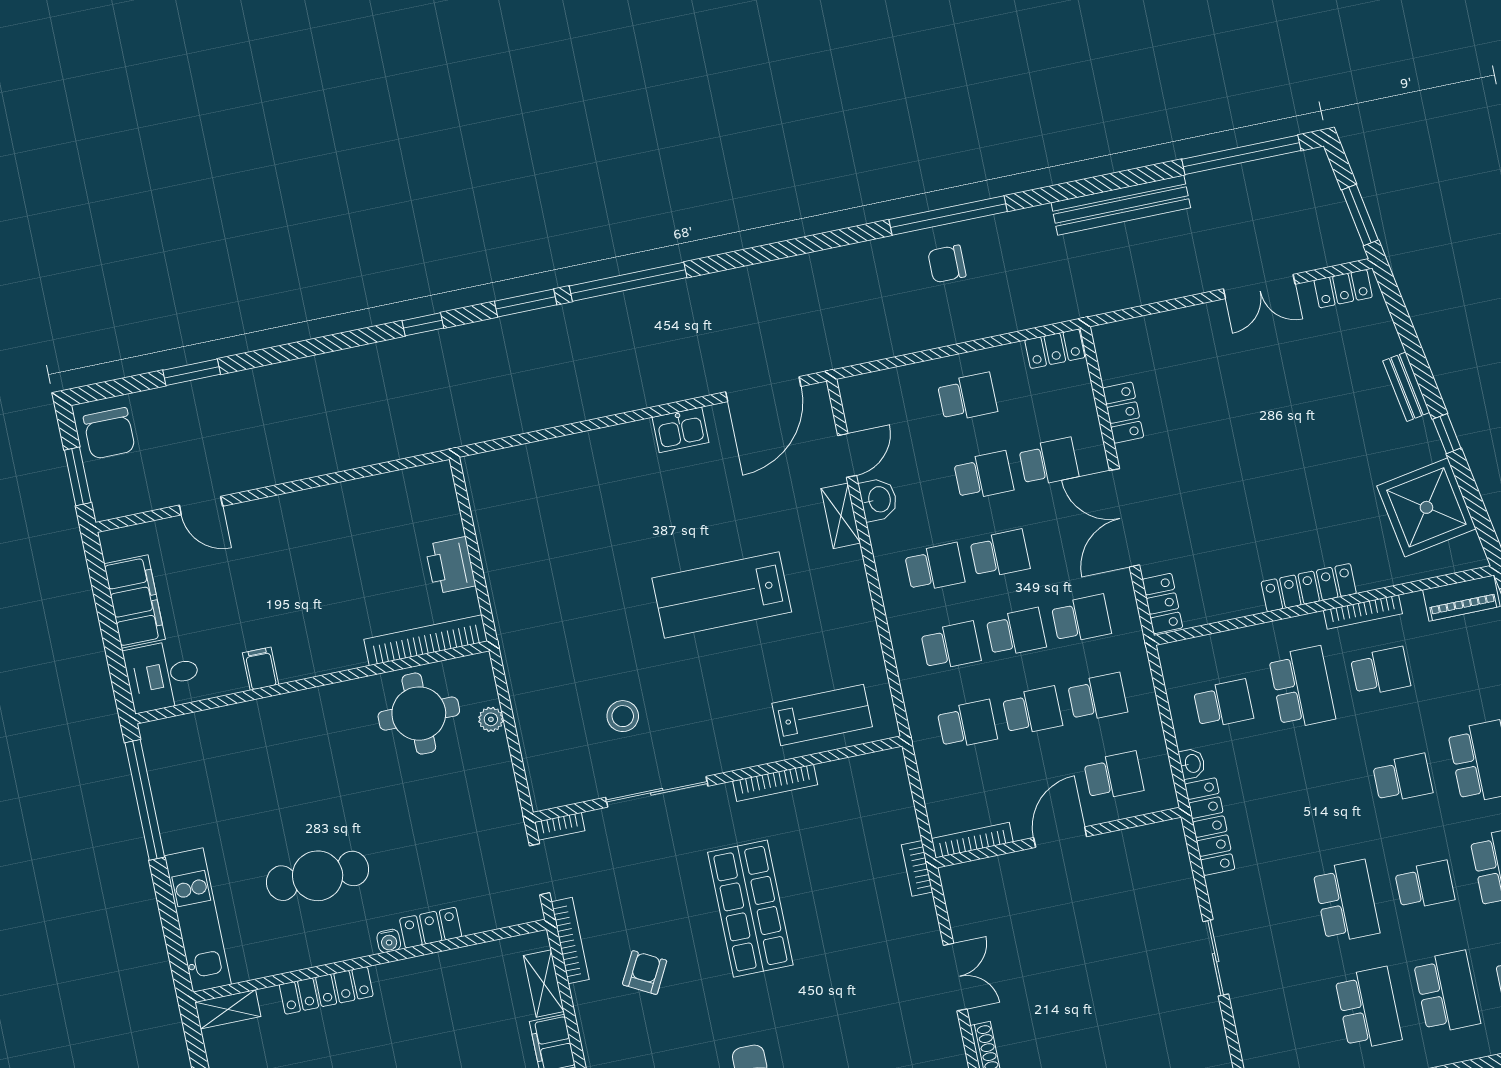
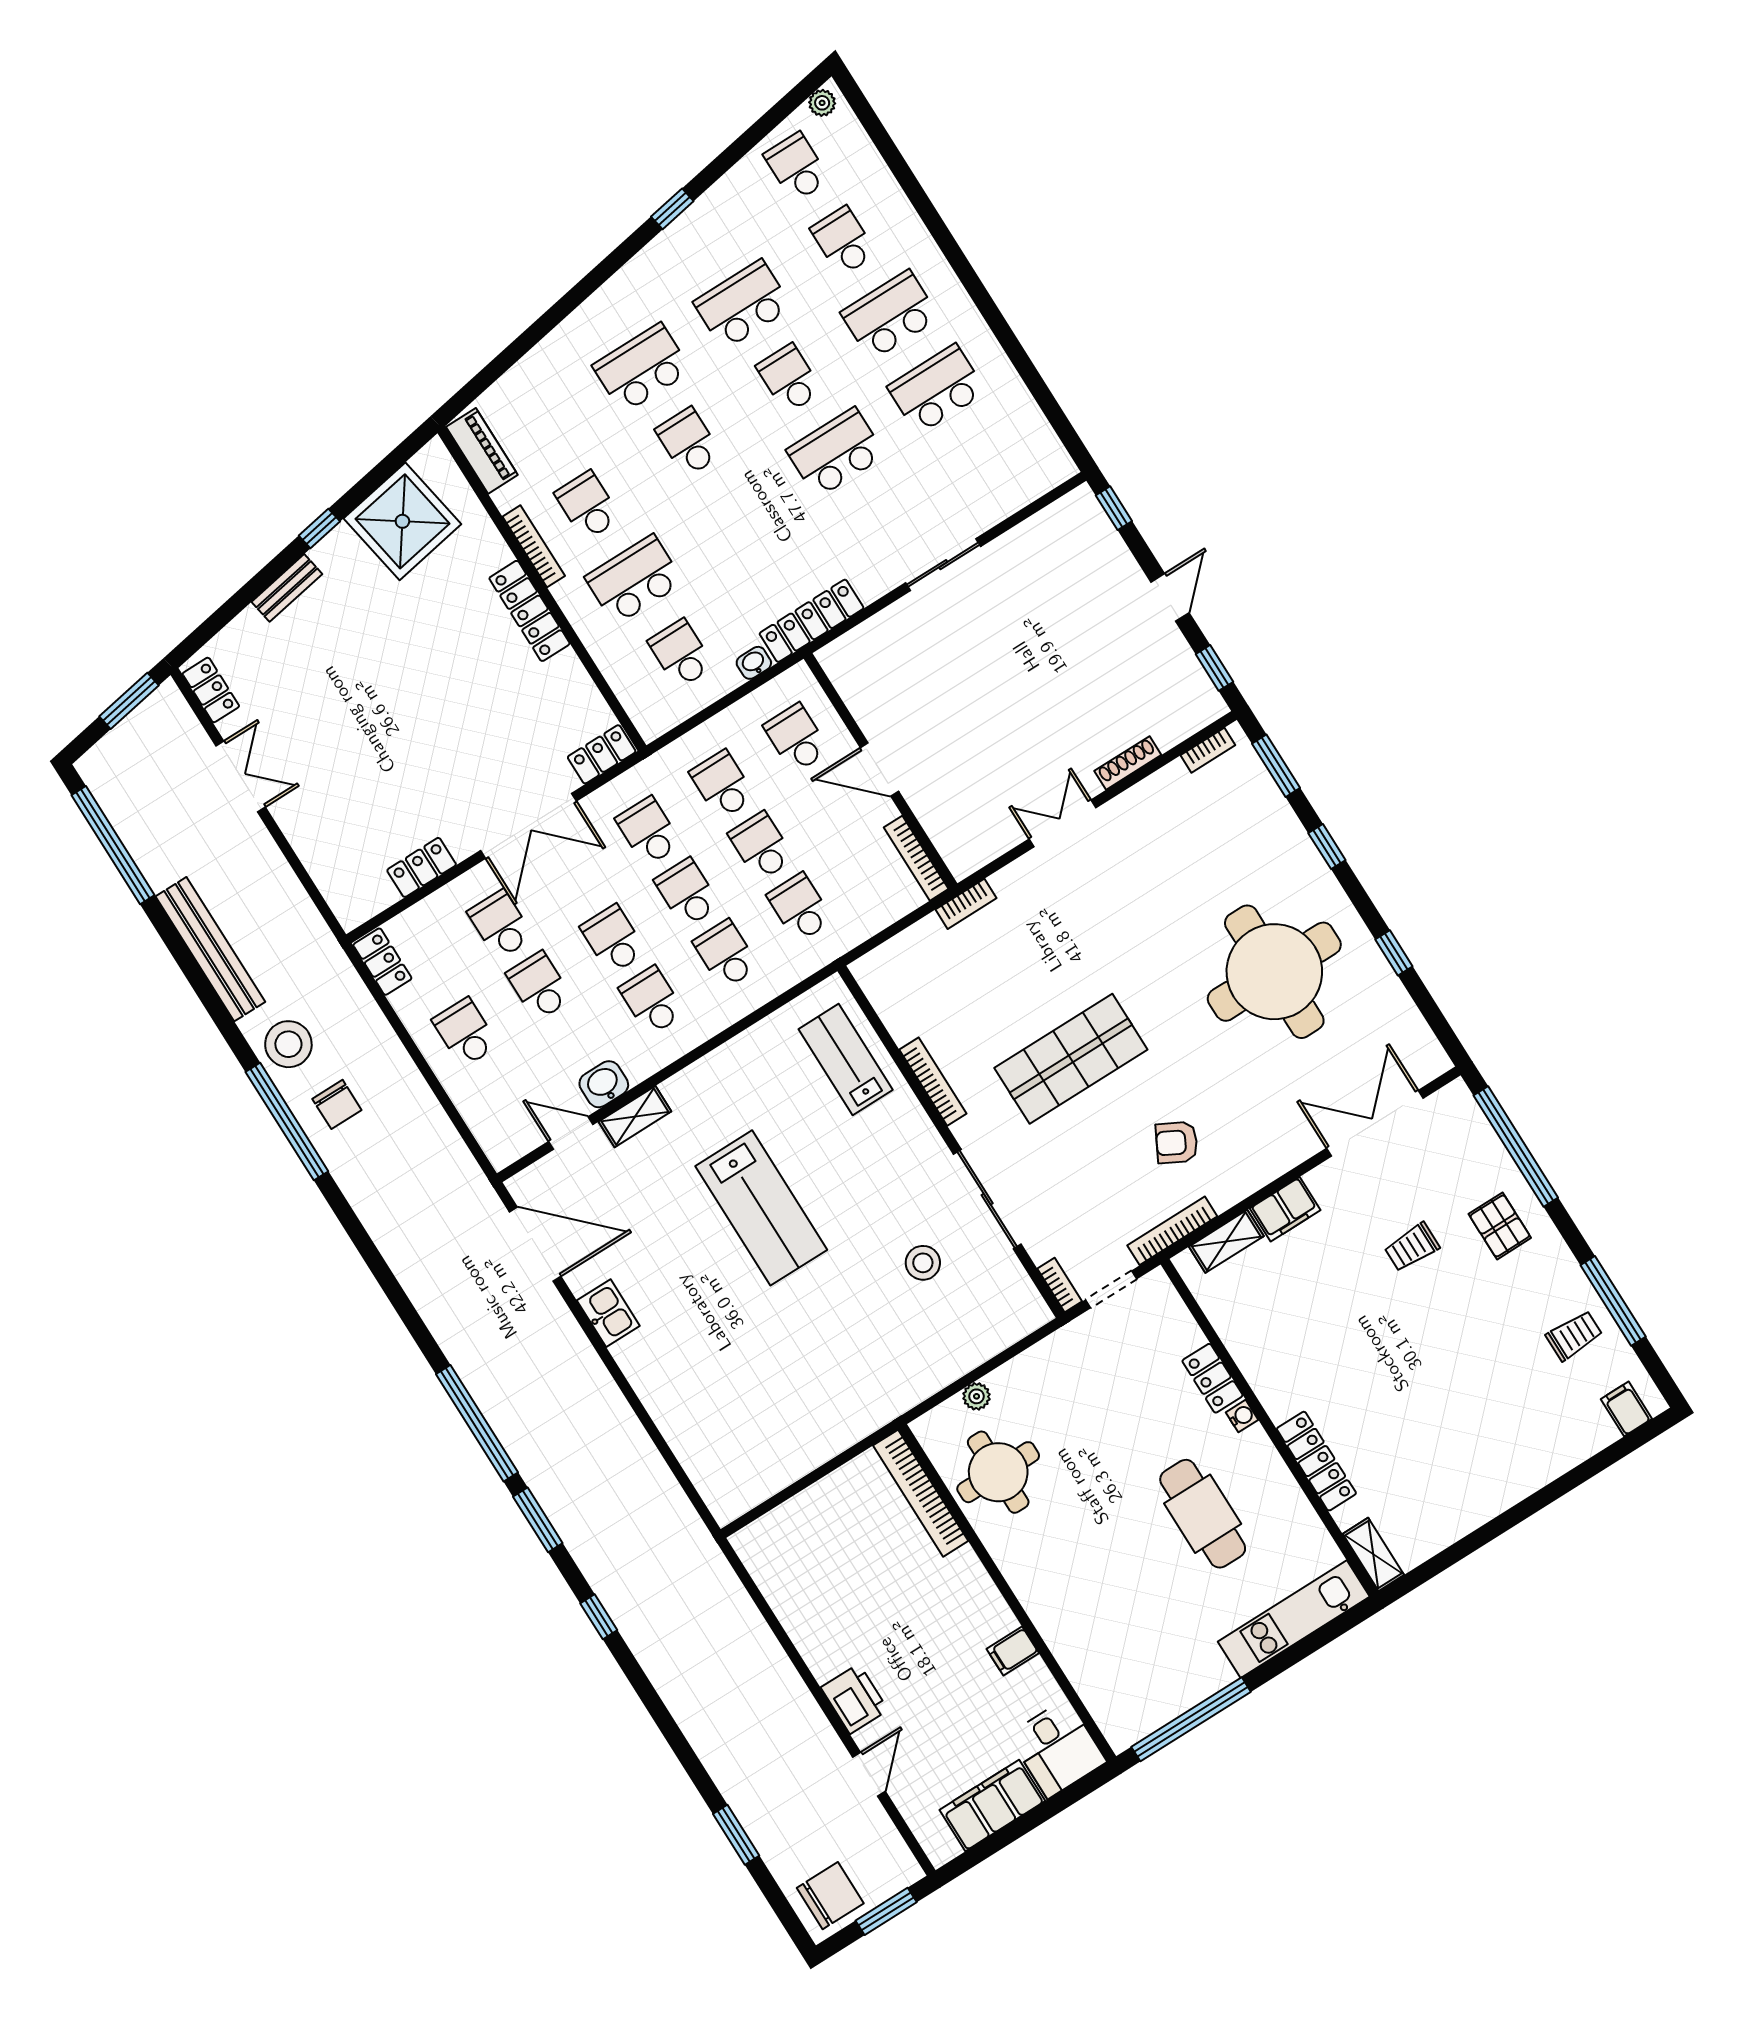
stool: (1014, 242) -> (288, 1044), added
printer: (450, 565) -> (854, 1699), moved, turned -90

